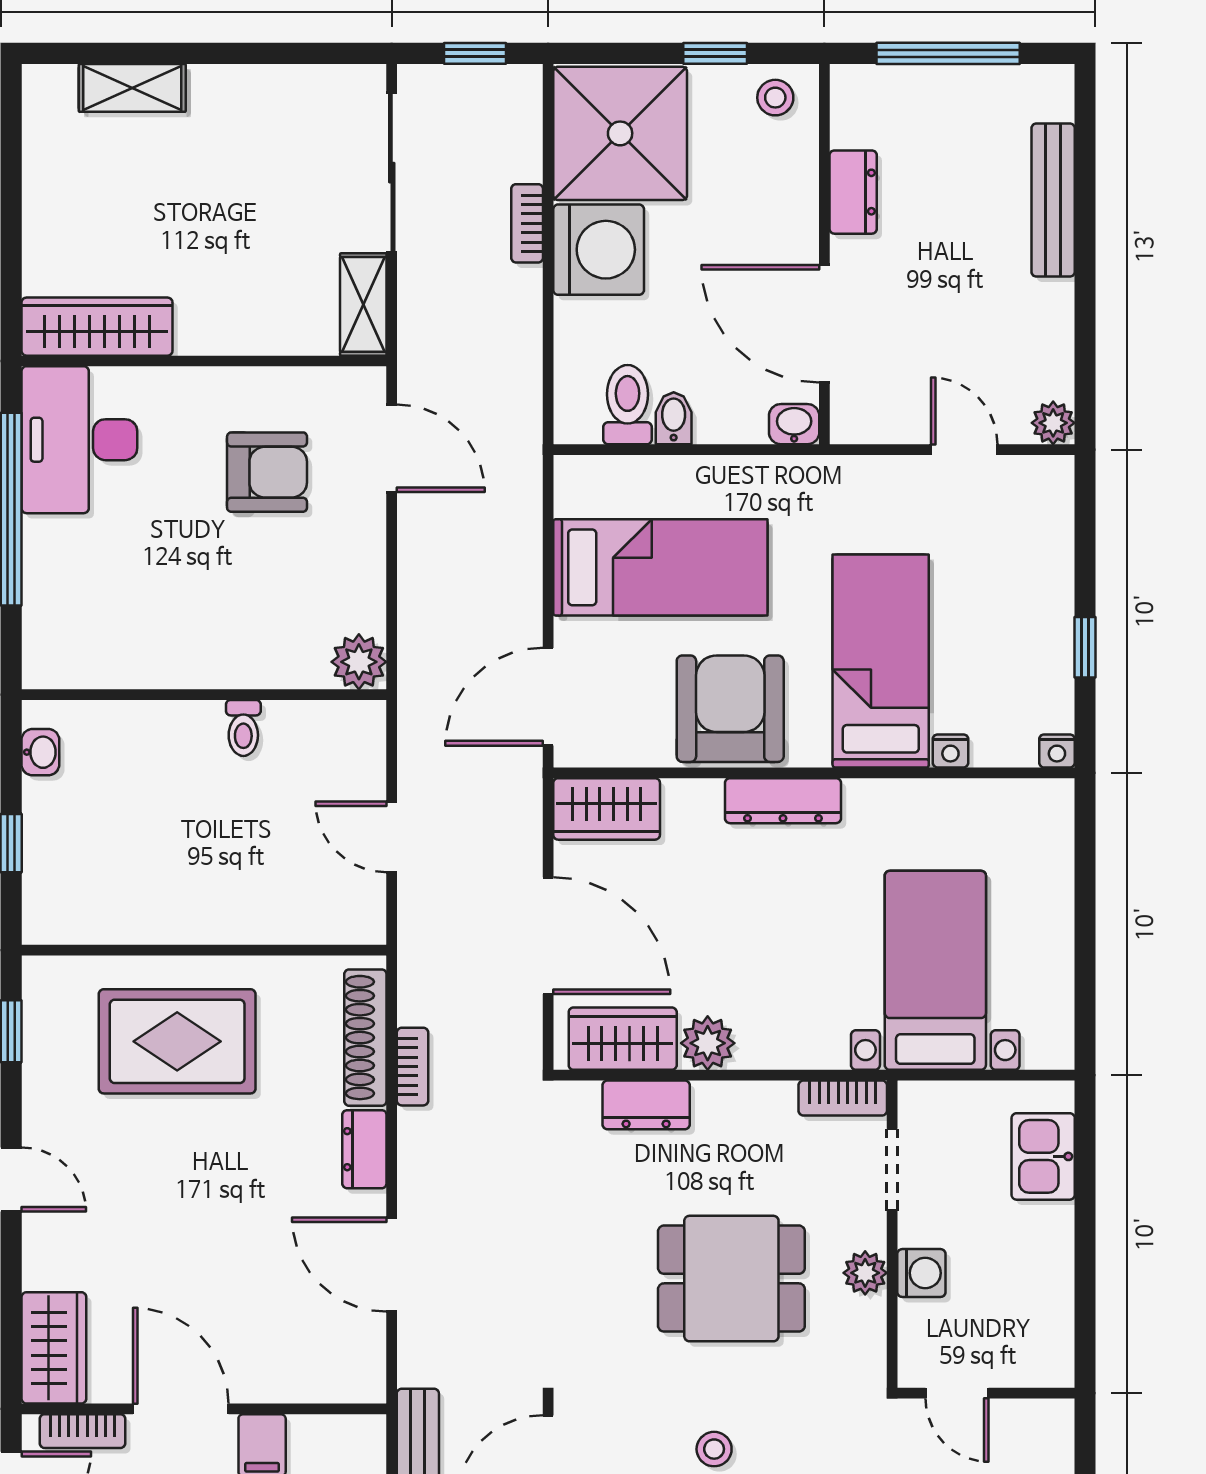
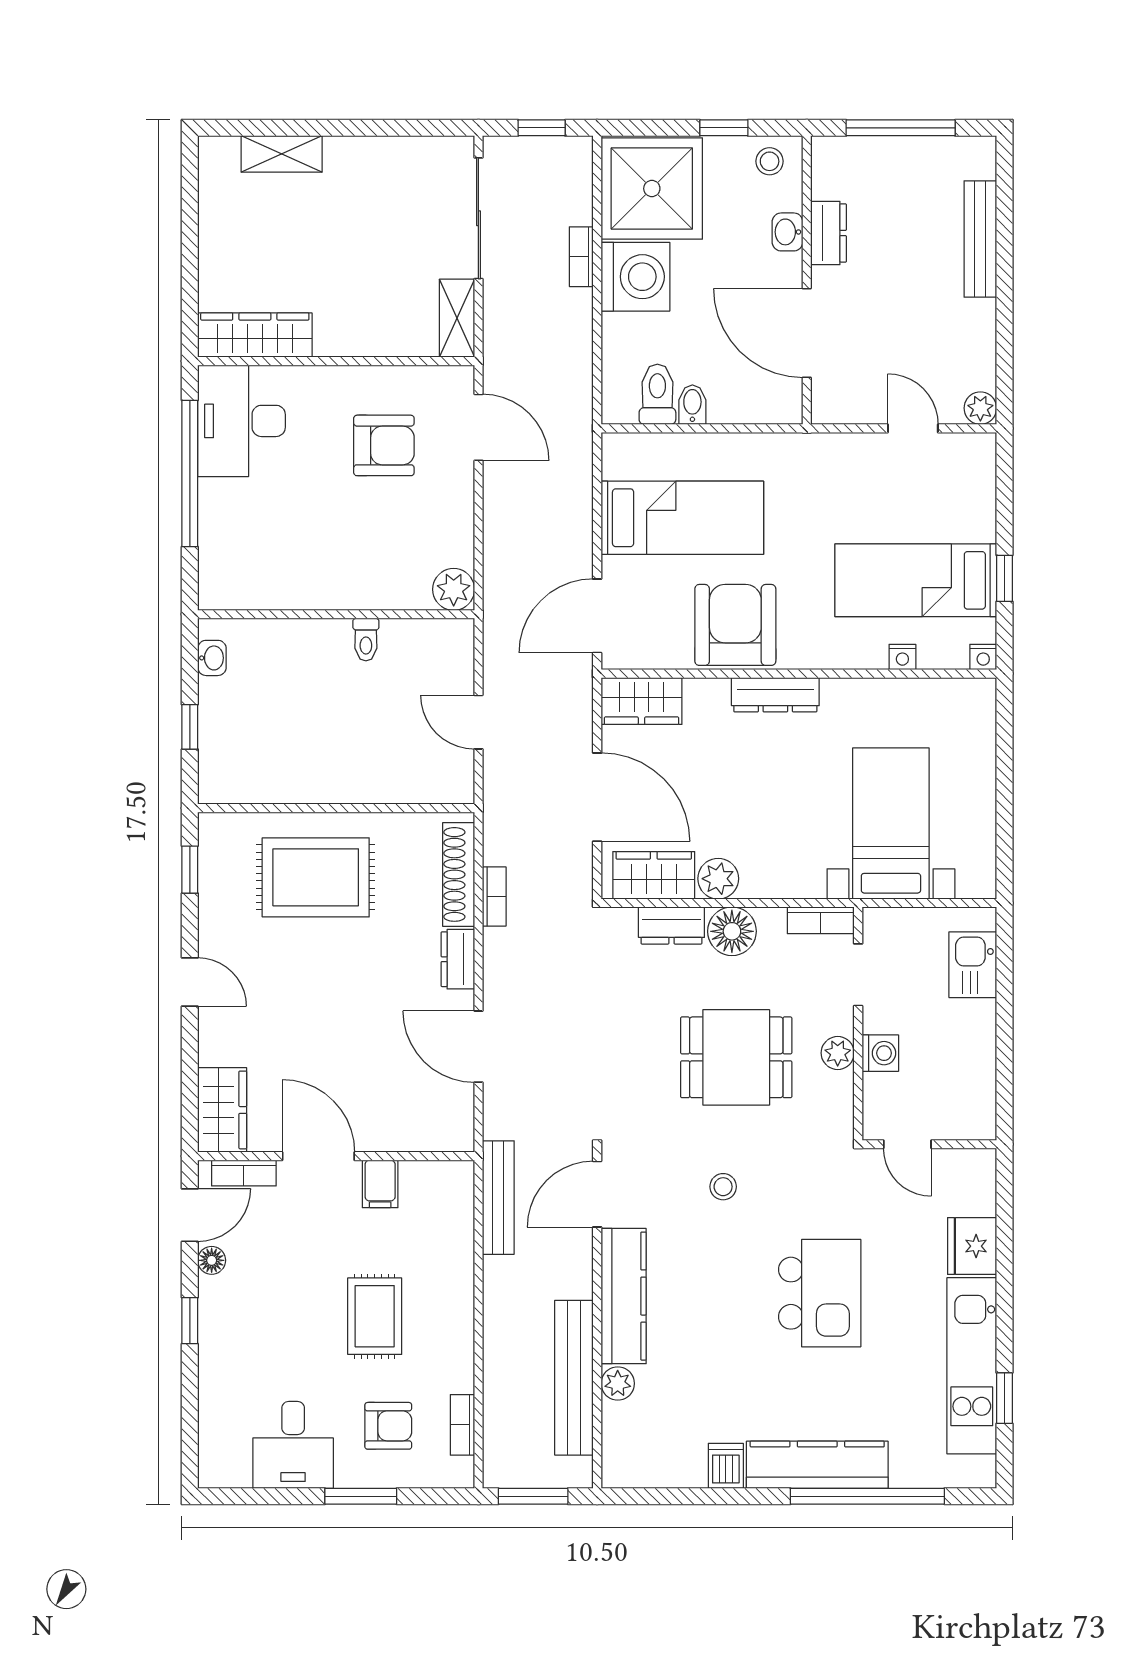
washbasin: (794, 424) -> (787, 232), moved, turned -90
bed: (881, 661) -> (916, 580), moved, turned -90
floor lamp: (726, 1112) -> (732, 931), added

